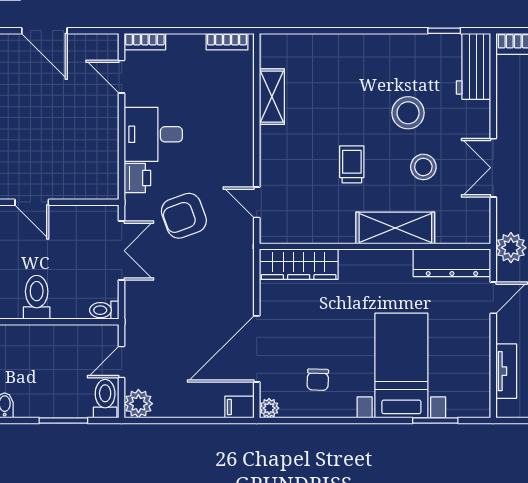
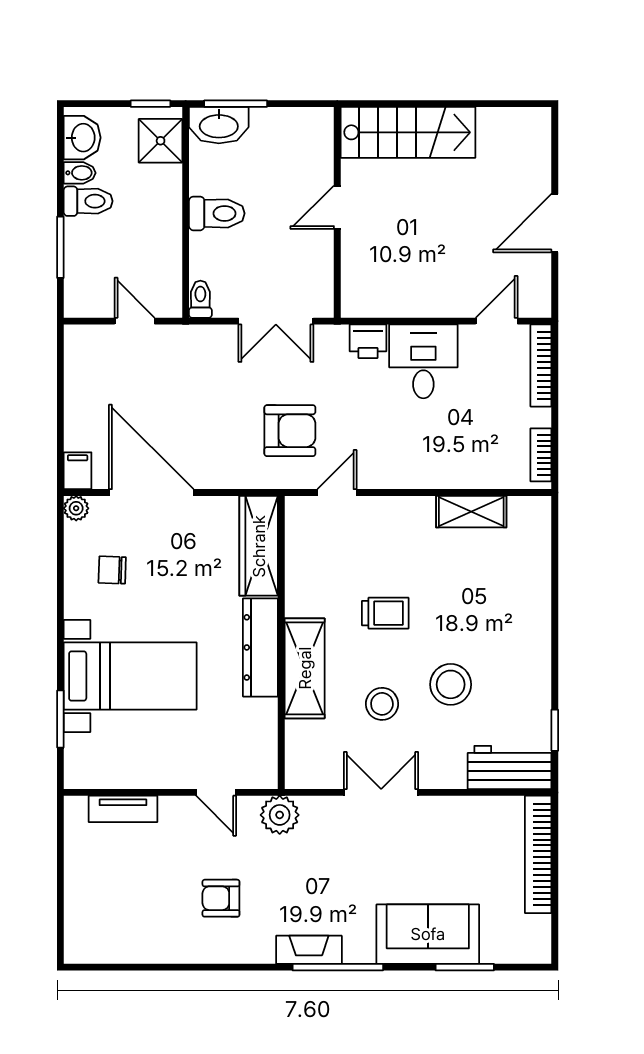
bookcase: (145, 42) -> (541, 365), width x1.56
armchair: (184, 216) -> (290, 431), moved, turned 110
dresser: (452, 263) -> (260, 647), moved
toilet: (105, 399) -> (88, 201), moved
plant: (138, 404) -> (82, 343), removed

